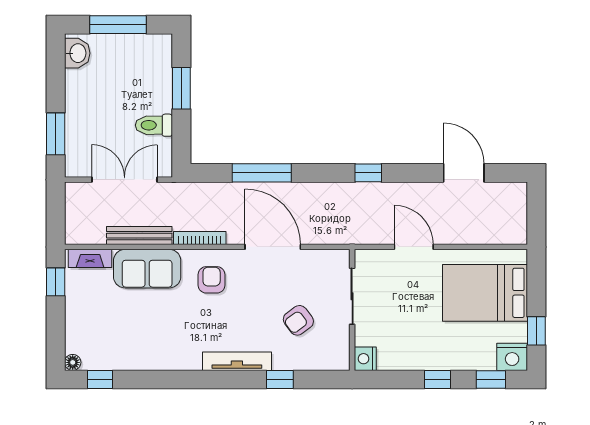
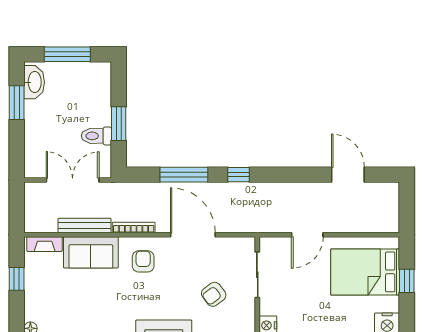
washbasin: (77, 53) -> (34, 82), width x1.38
window: (181, 88) -> (119, 124), moved
window: (56, 134) -> (17, 103), moved
window: (368, 173) -> (239, 175), moved
door: (414, 247) -> (307, 235), swing flipped
window: (56, 282) -> (17, 279), moved
window: (536, 331) -> (407, 281), moved

